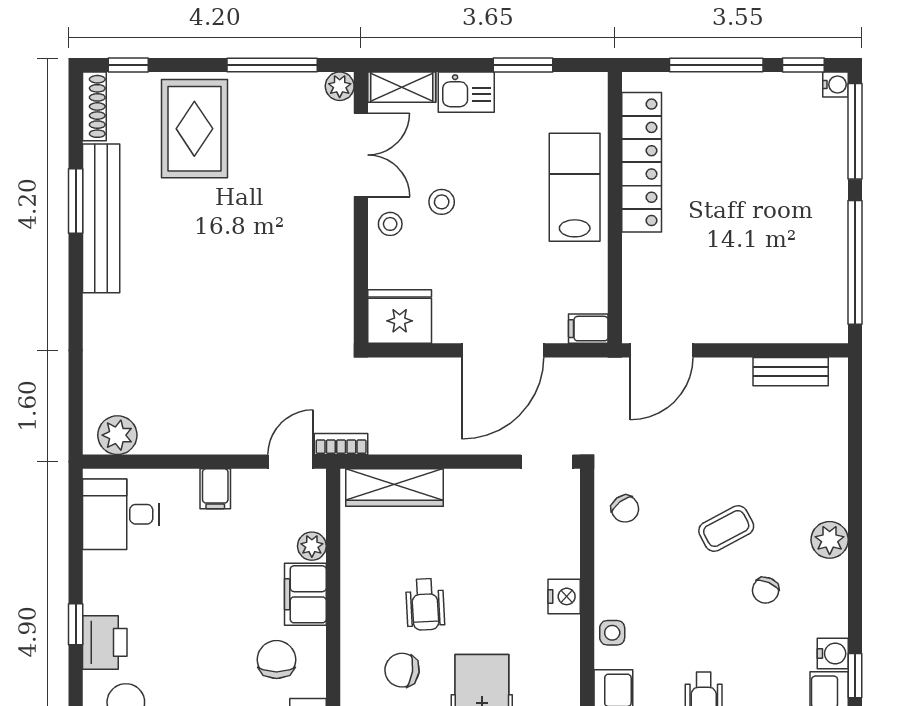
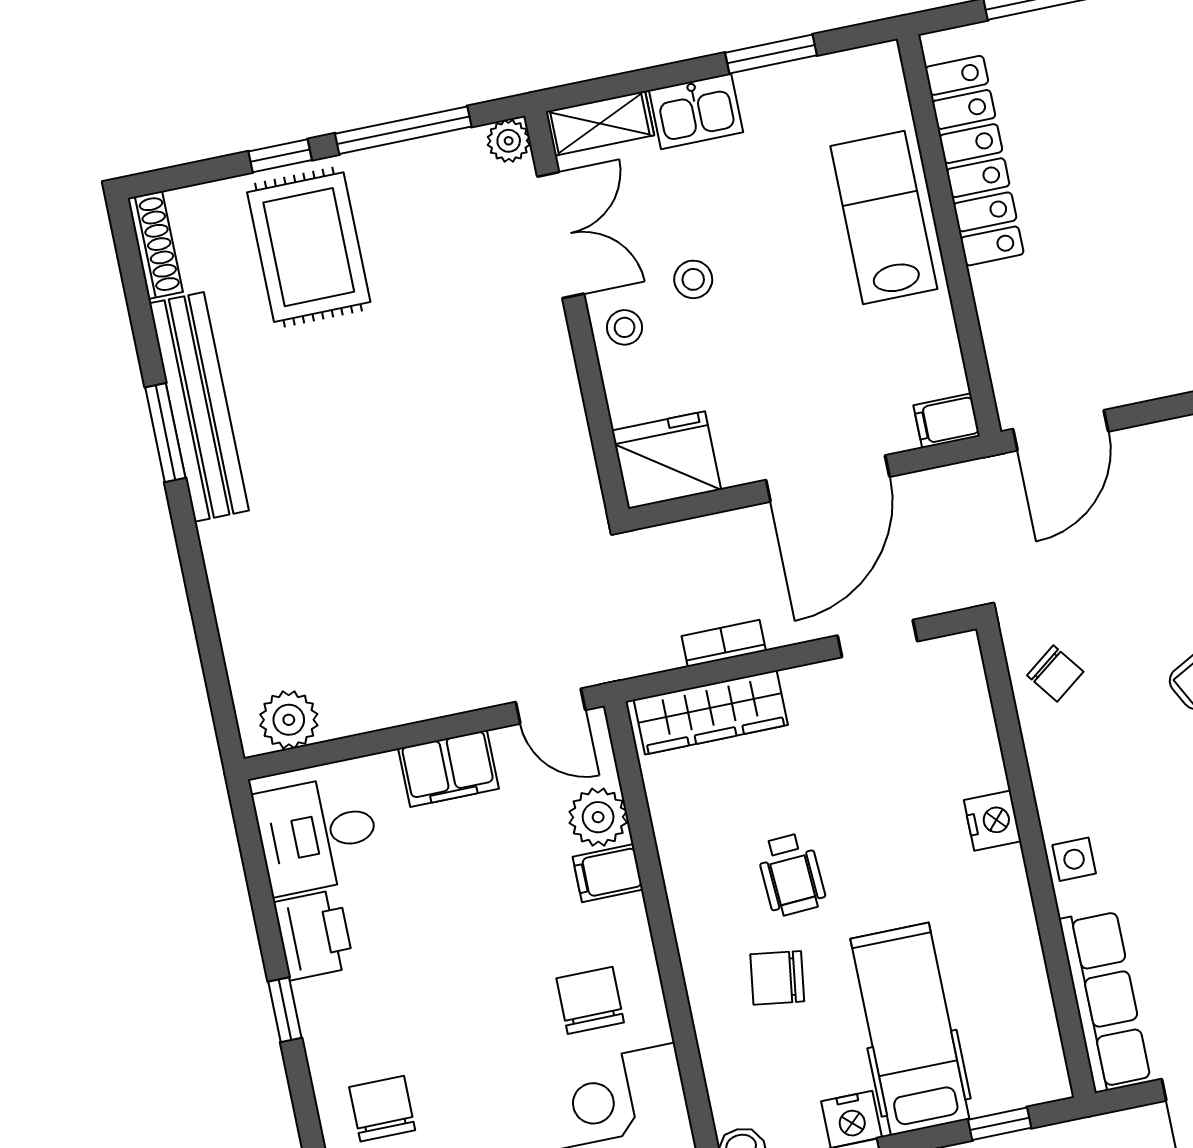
window: (128, 65) -> (280, 156), moved
window: (76, 201) -> (165, 433), moved
bookcase: (341, 444) -> (724, 643), moved
door: (291, 462) -> (551, 706), swing flipped
doorway: (547, 462) -> (877, 638), moved
filing cabinet: (215, 489) -> (448, 769), width x2.00
plant: (312, 546) -> (598, 817), width x1.38, depth x1.38
filing cabinet: (305, 594) -> (608, 873), width x0.50
printer: (105, 642) -> (314, 935), moved

